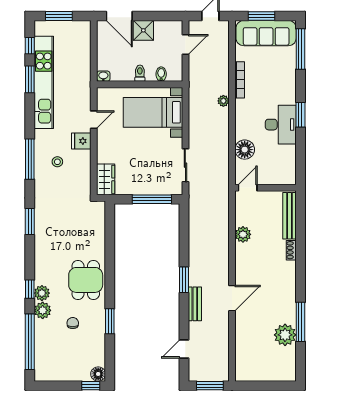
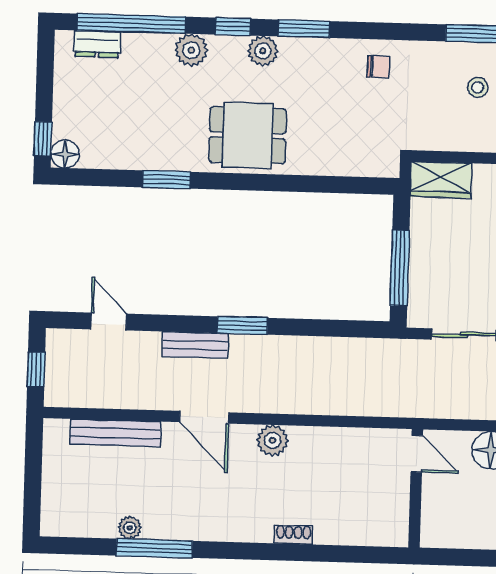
bench: (290, 216) -> (115, 433), moved
window: (30, 221) -> (304, 29), moved
plant: (243, 234) -> (272, 440), moved
plant: (42, 293) -> (263, 51), moved
chair: (73, 323) -> (378, 67), moved
plant: (285, 335) -> (130, 528), width x0.53, depth x0.53
dresser: (41, 359) -> (97, 44), added
window: (210, 386) -> (36, 369), width x0.67

